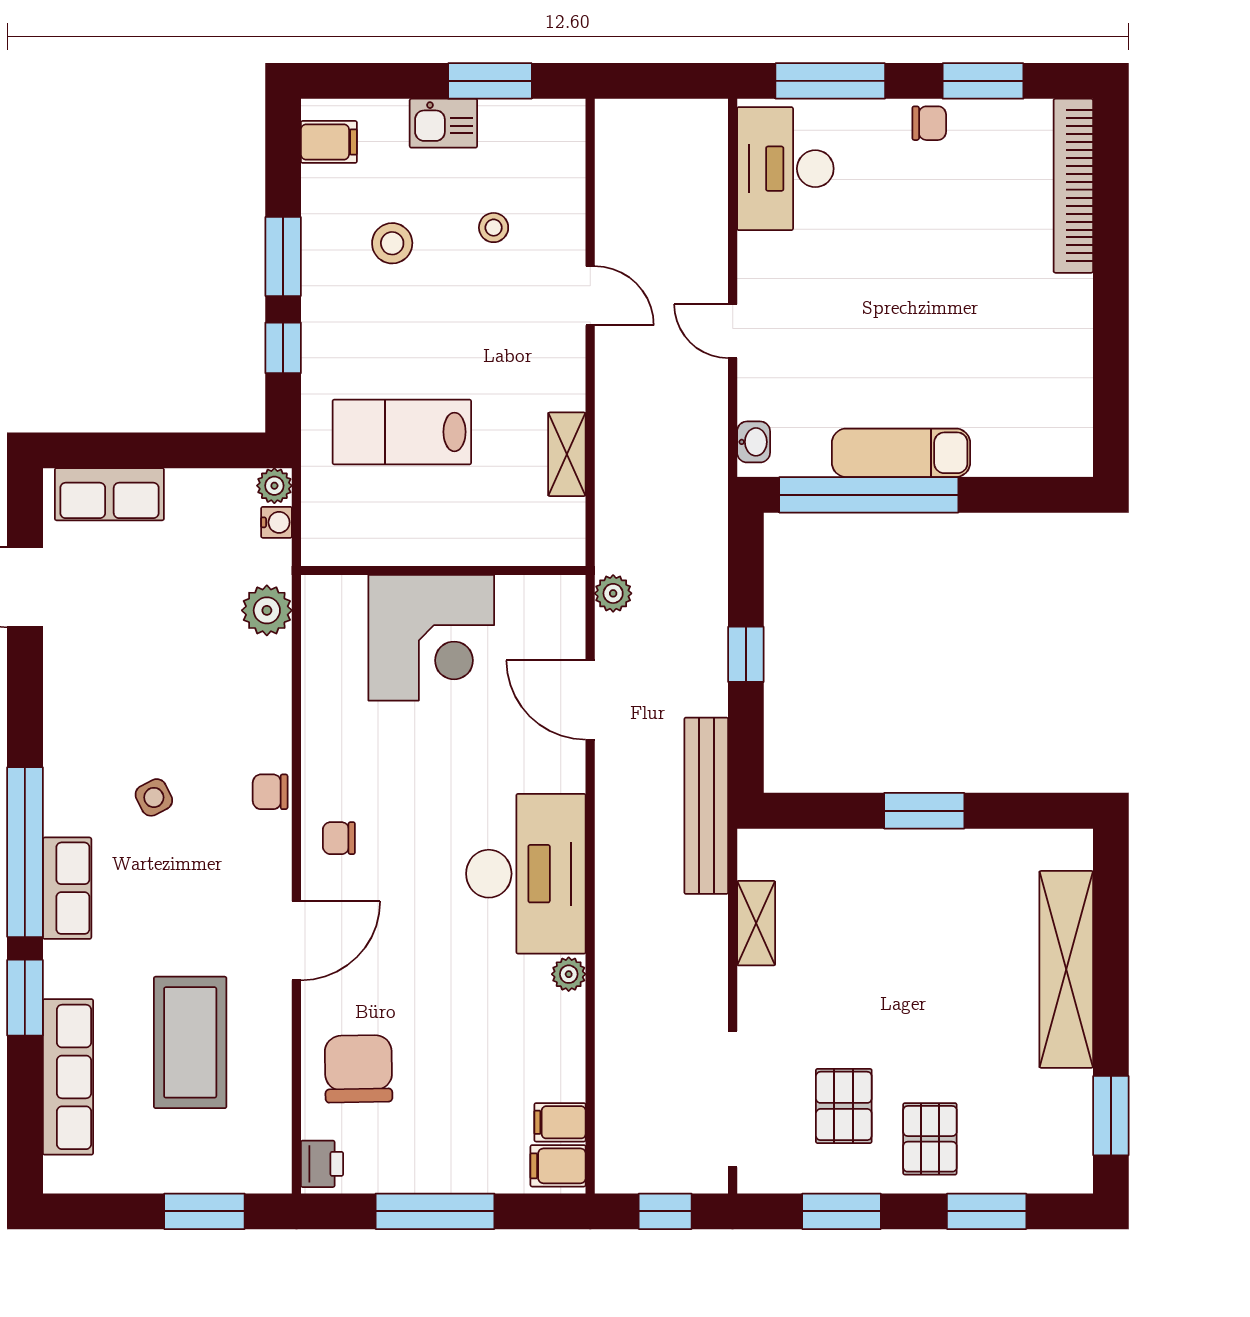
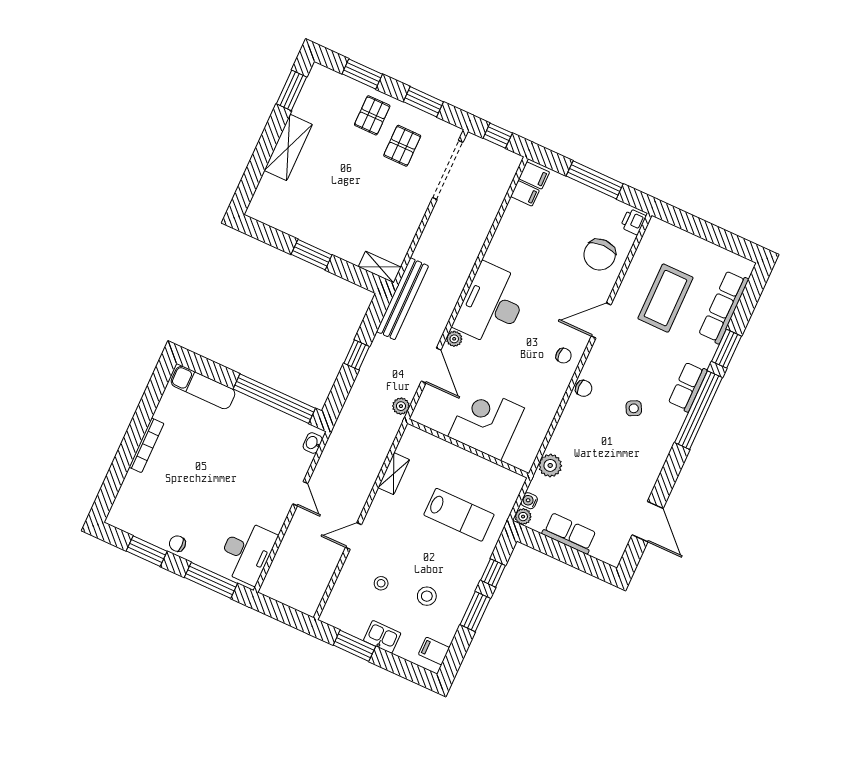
bookcase: (1073, 186) -> (146, 445), moved, width x0.68, depth x0.76
door: (590, 296) -> (353, 536), hinge flipped
exam couch: (901, 453) -> (203, 387), moved
row of seats: (109, 494) -> (569, 533), moved
shelving: (756, 923) -> (380, 267), moved, turned 90
shelving: (1066, 969) -> (288, 147), width x0.68
plant: (569, 974) -> (454, 339), moved
window: (204, 1211) -> (692, 224), removed

